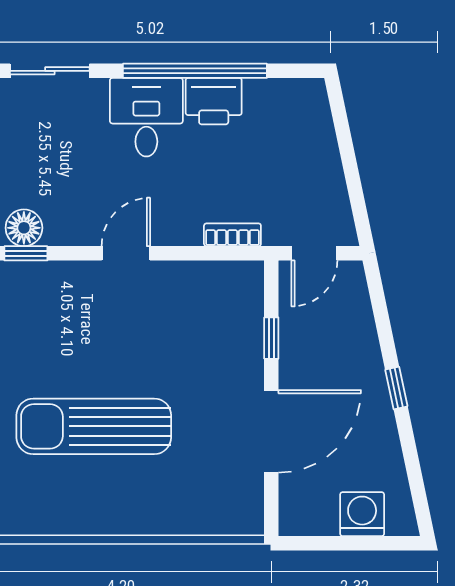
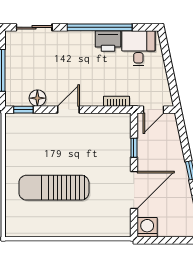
desk: (146, 117) -> (138, 48), moved
floor lamp: (24, 228) -> (37, 98), moved
washing machine: (362, 514) -> (147, 227), moved

